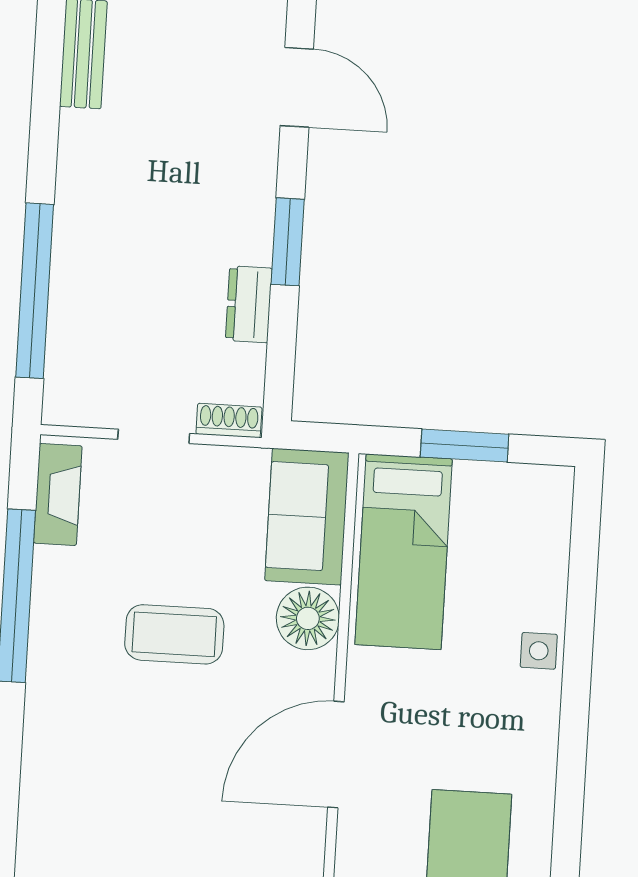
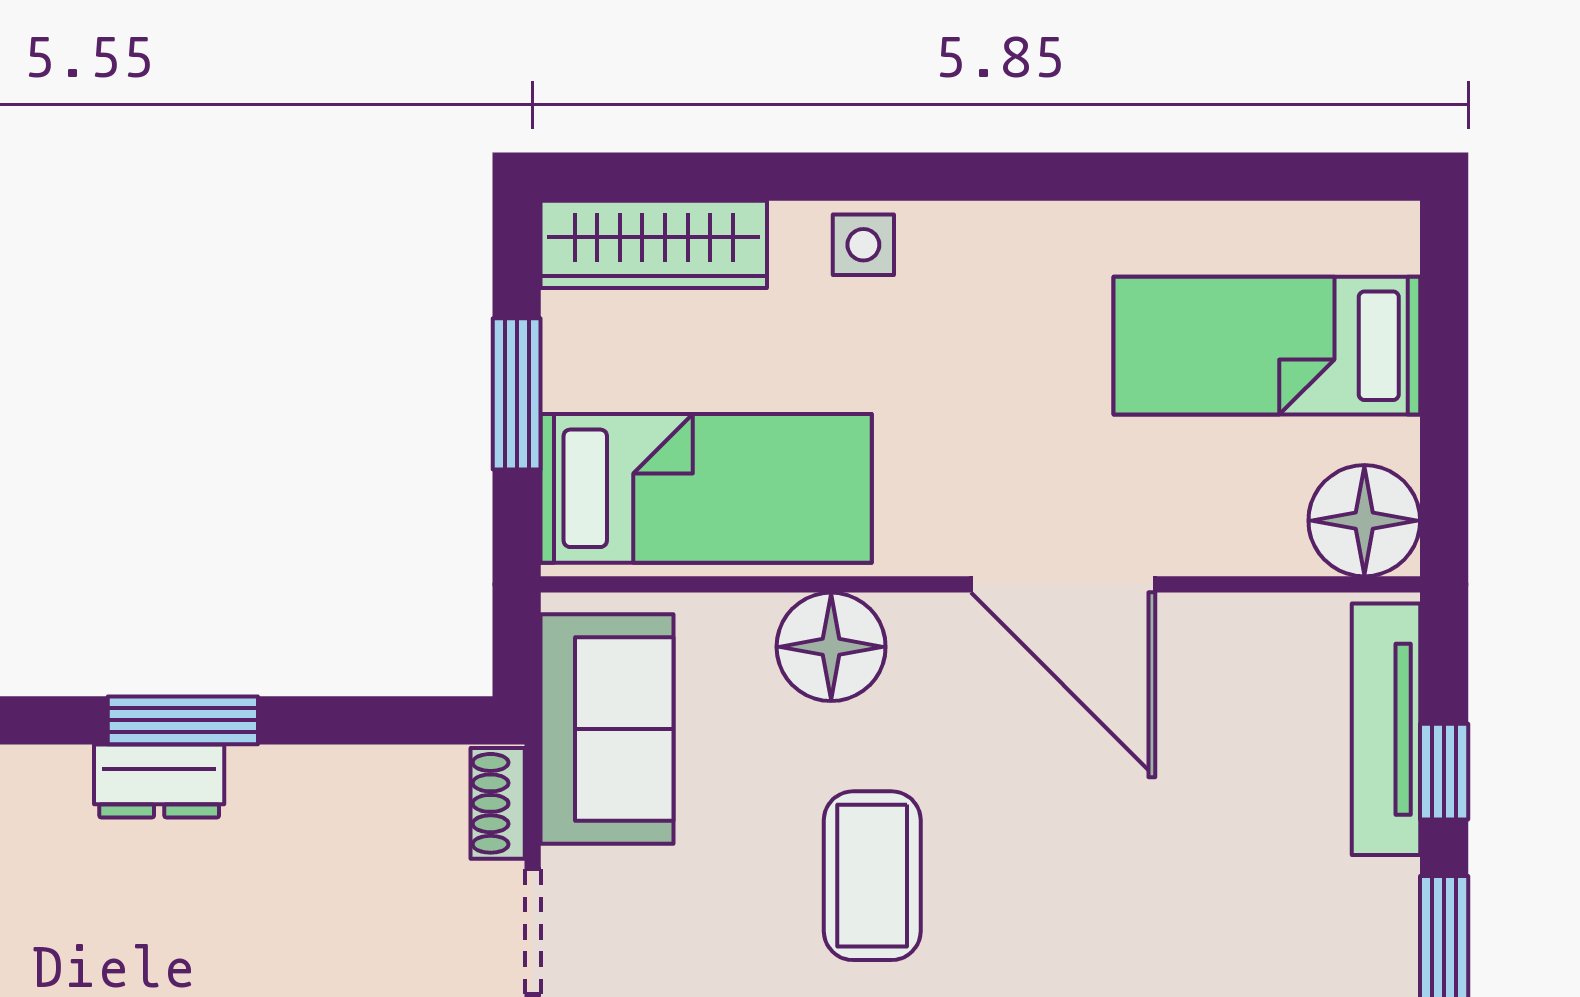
dresser: (249, 304) -> (159, 781), moved
sofa: (307, 517) -> (607, 729), moved, turned -90
wardrobe: (546, 530) -> (654, 244), added

